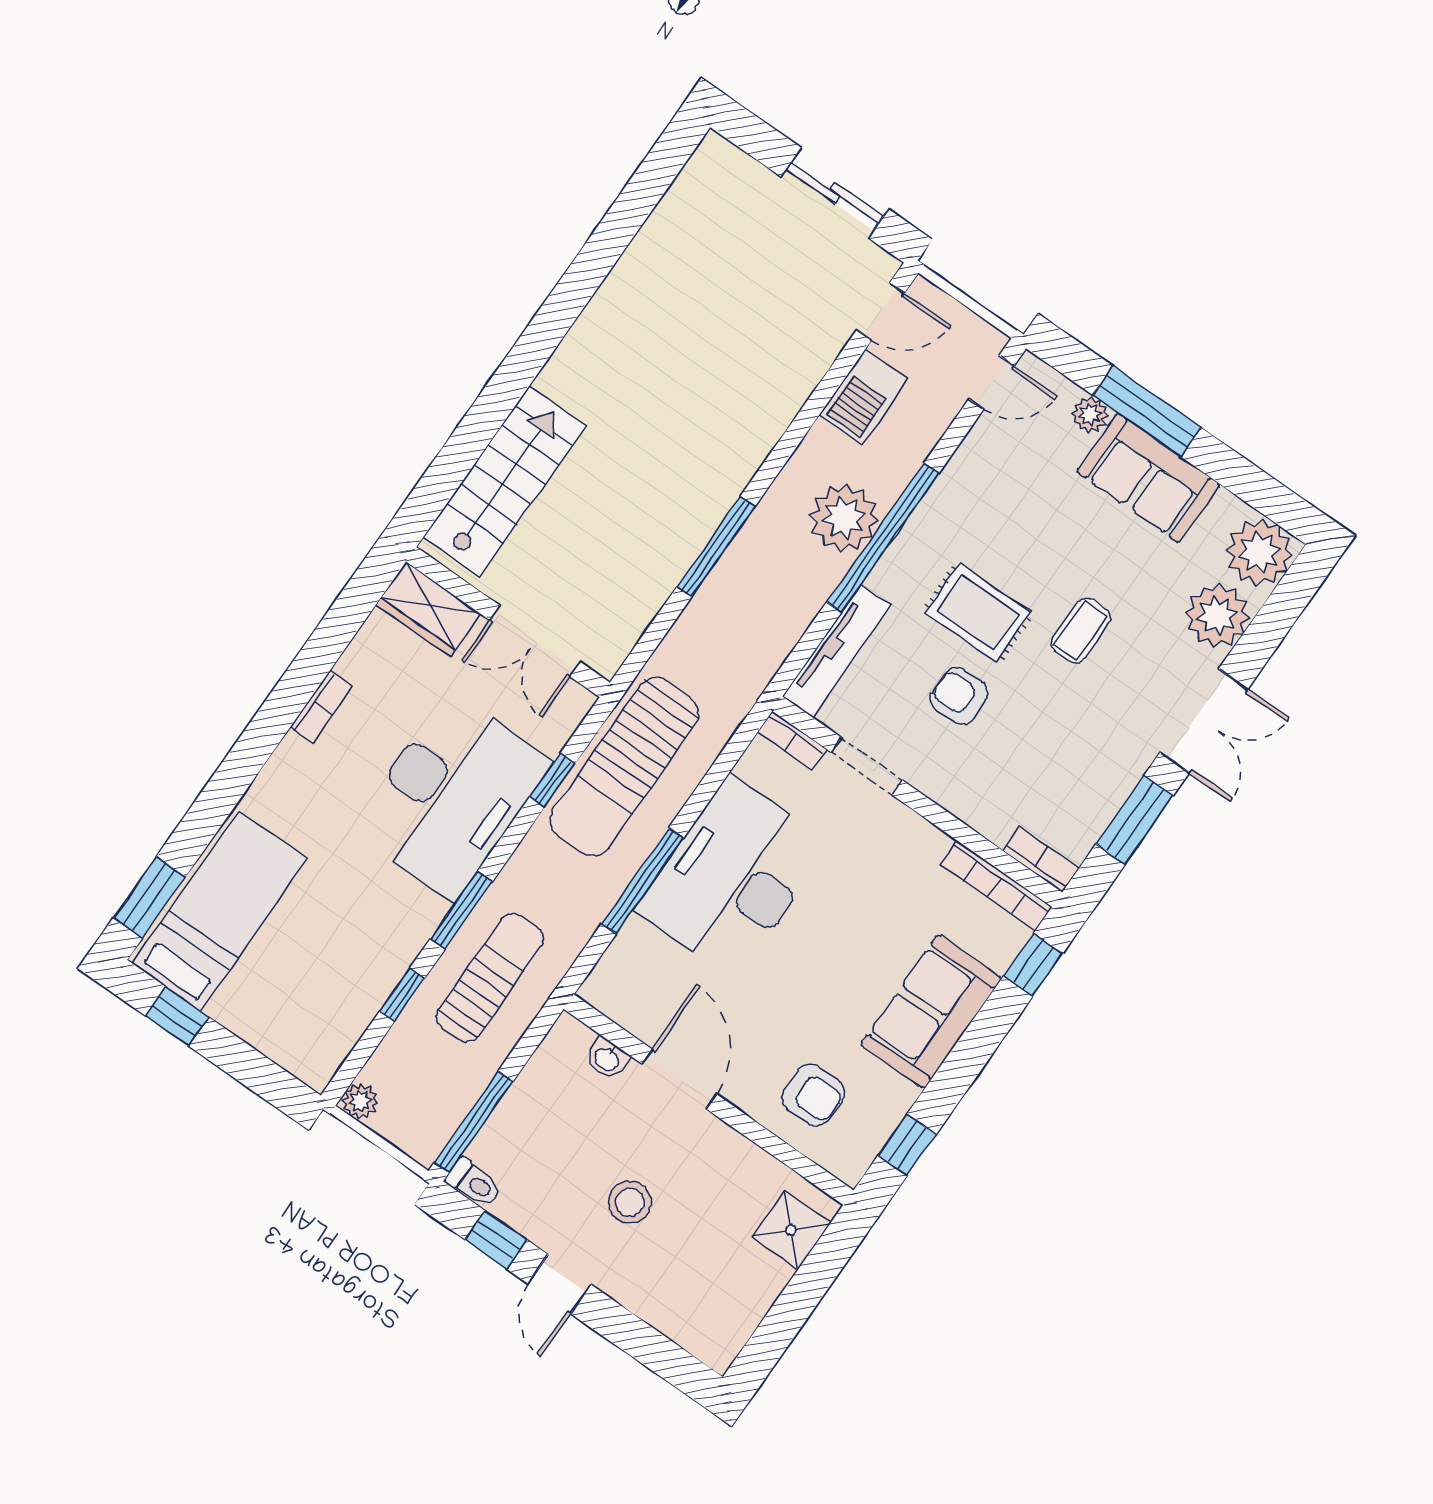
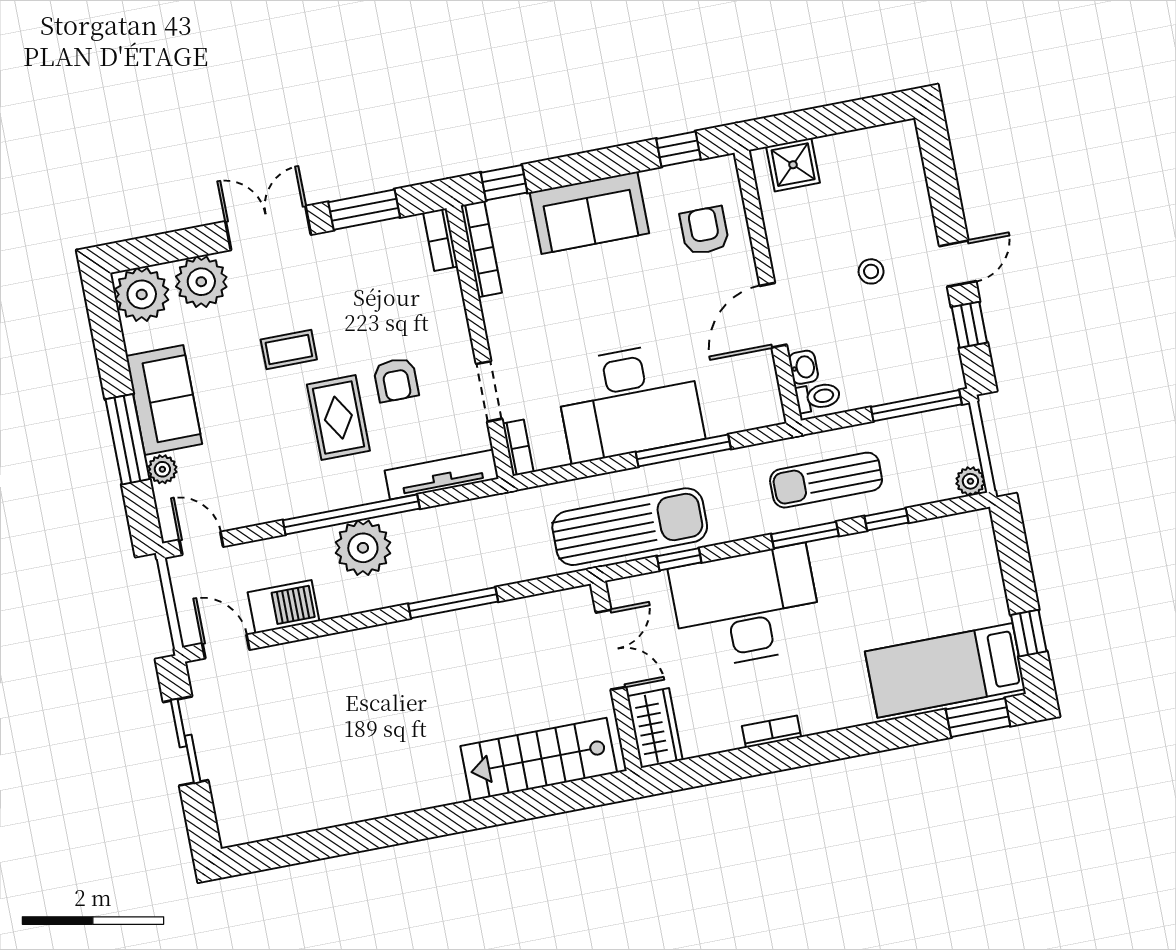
toilet: (474, 1183) -> (818, 397), moved, turned 90
stool: (630, 1202) -> (871, 271), width x0.73, depth x0.73

